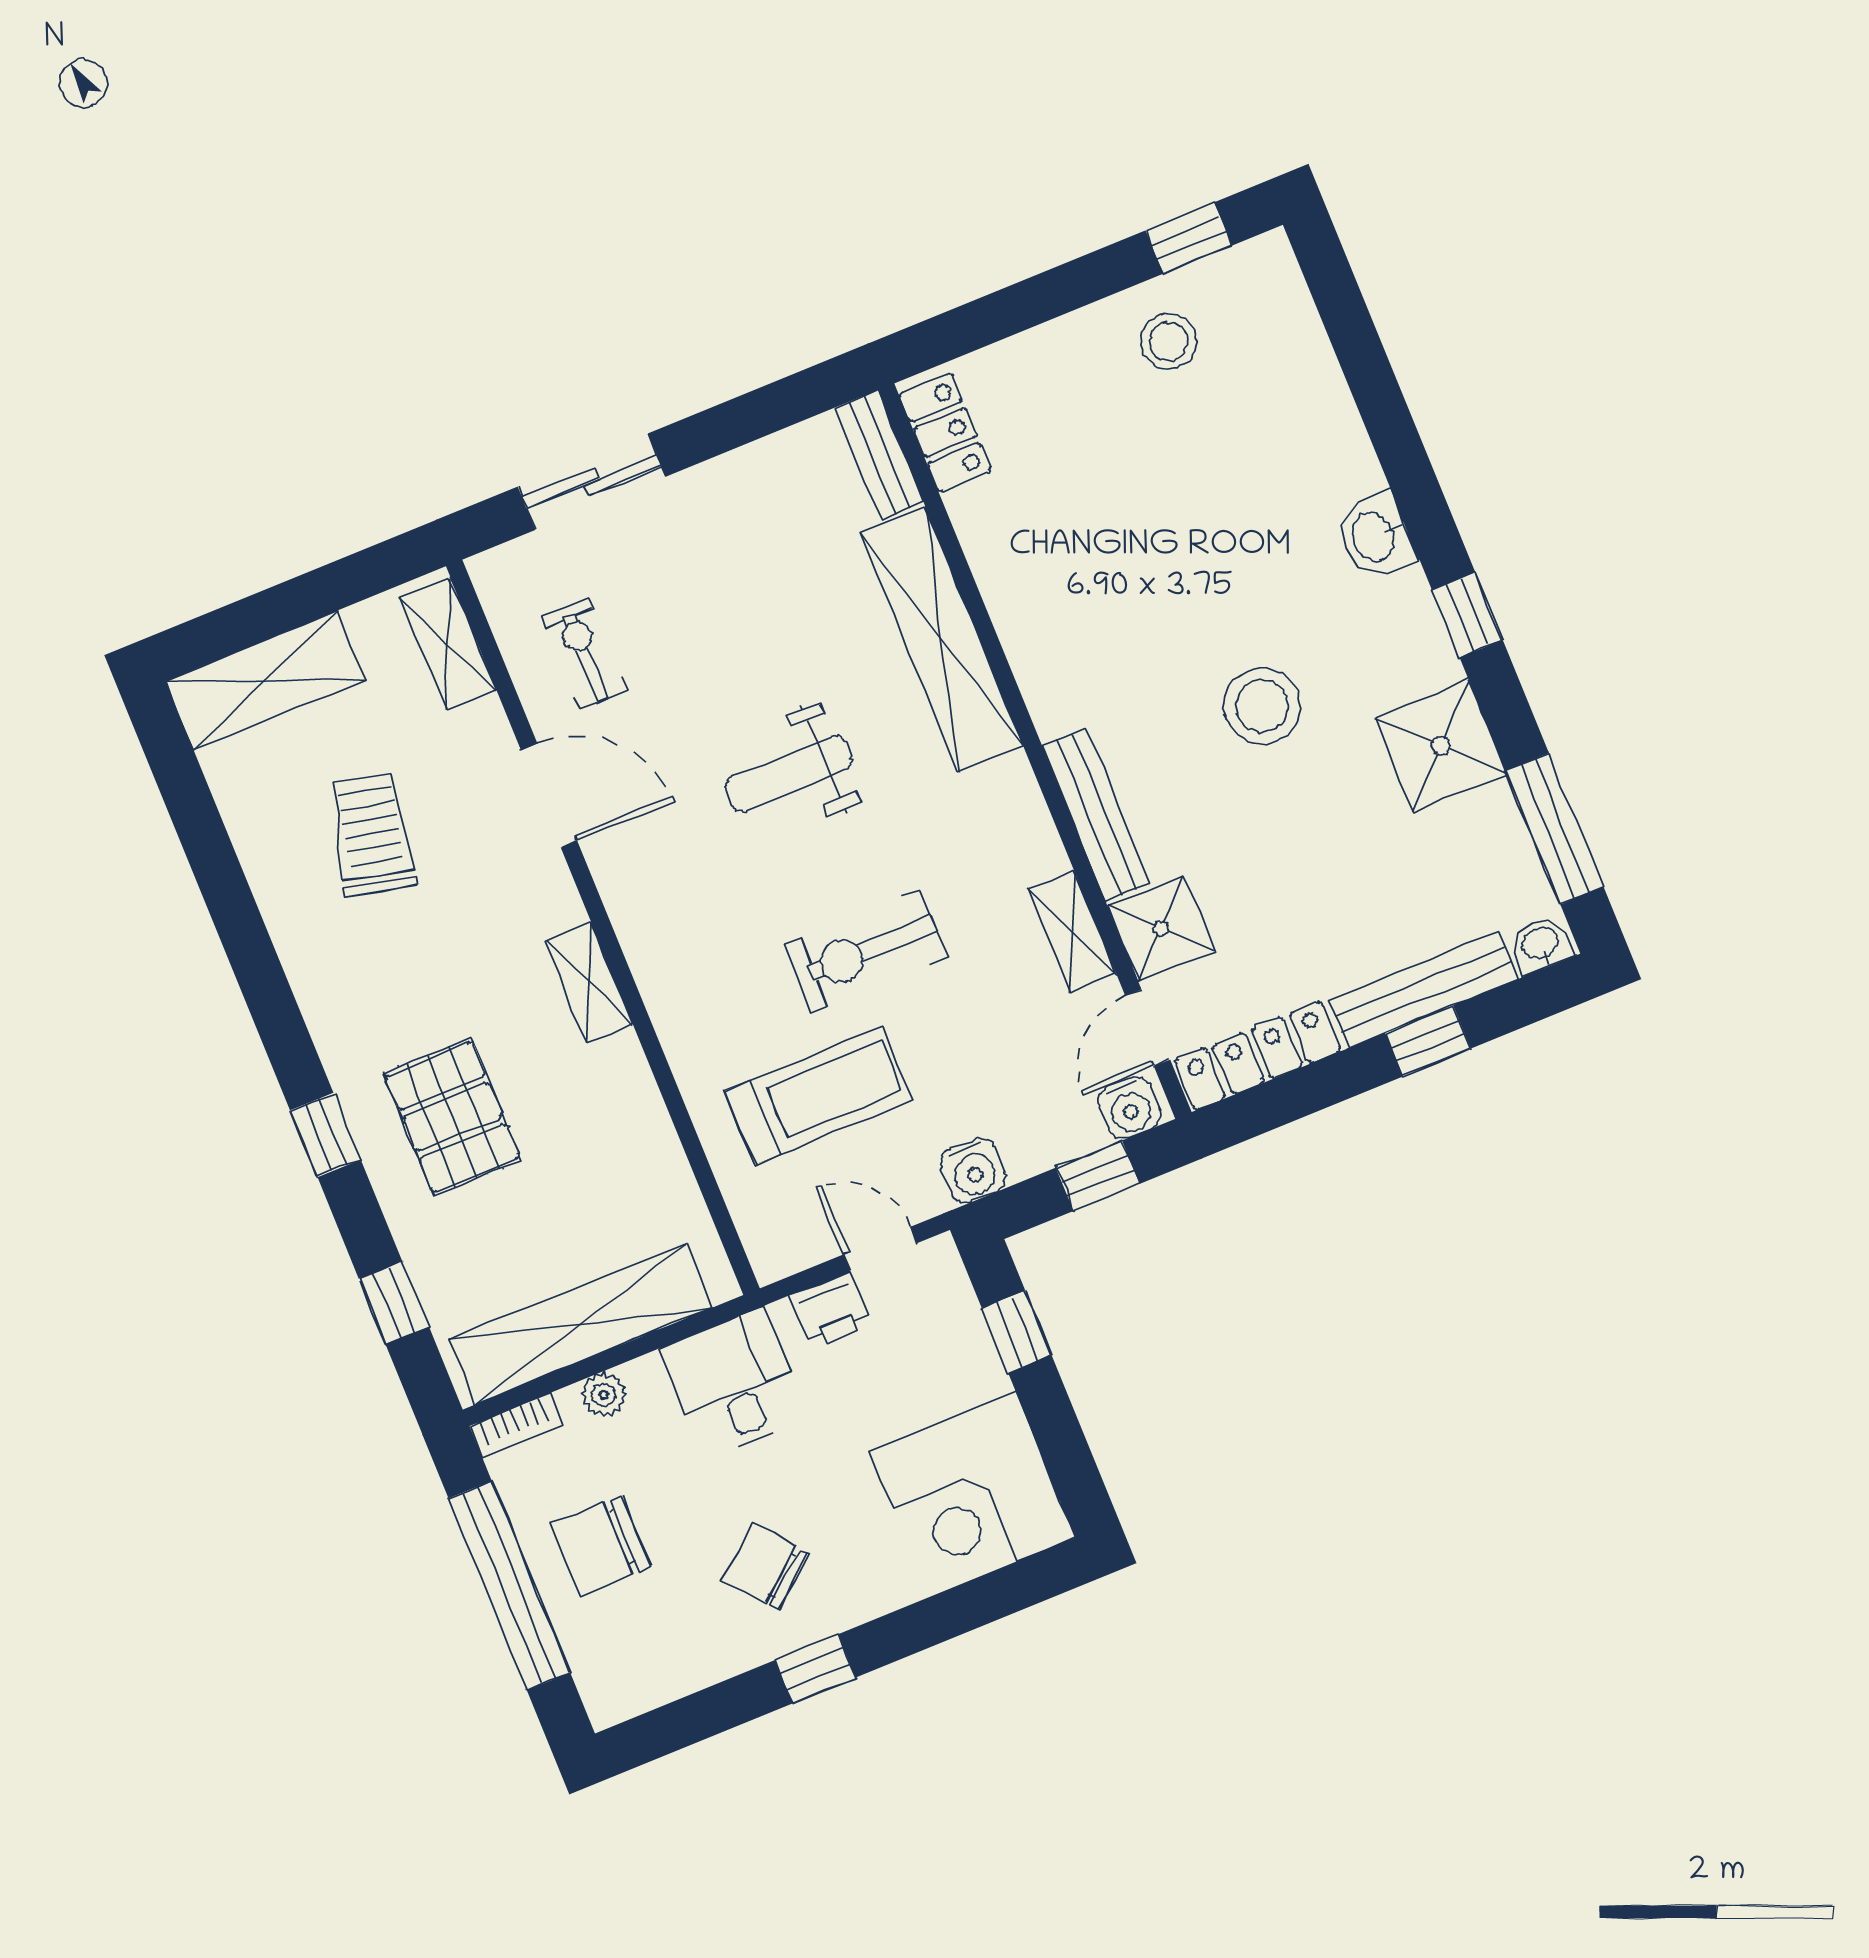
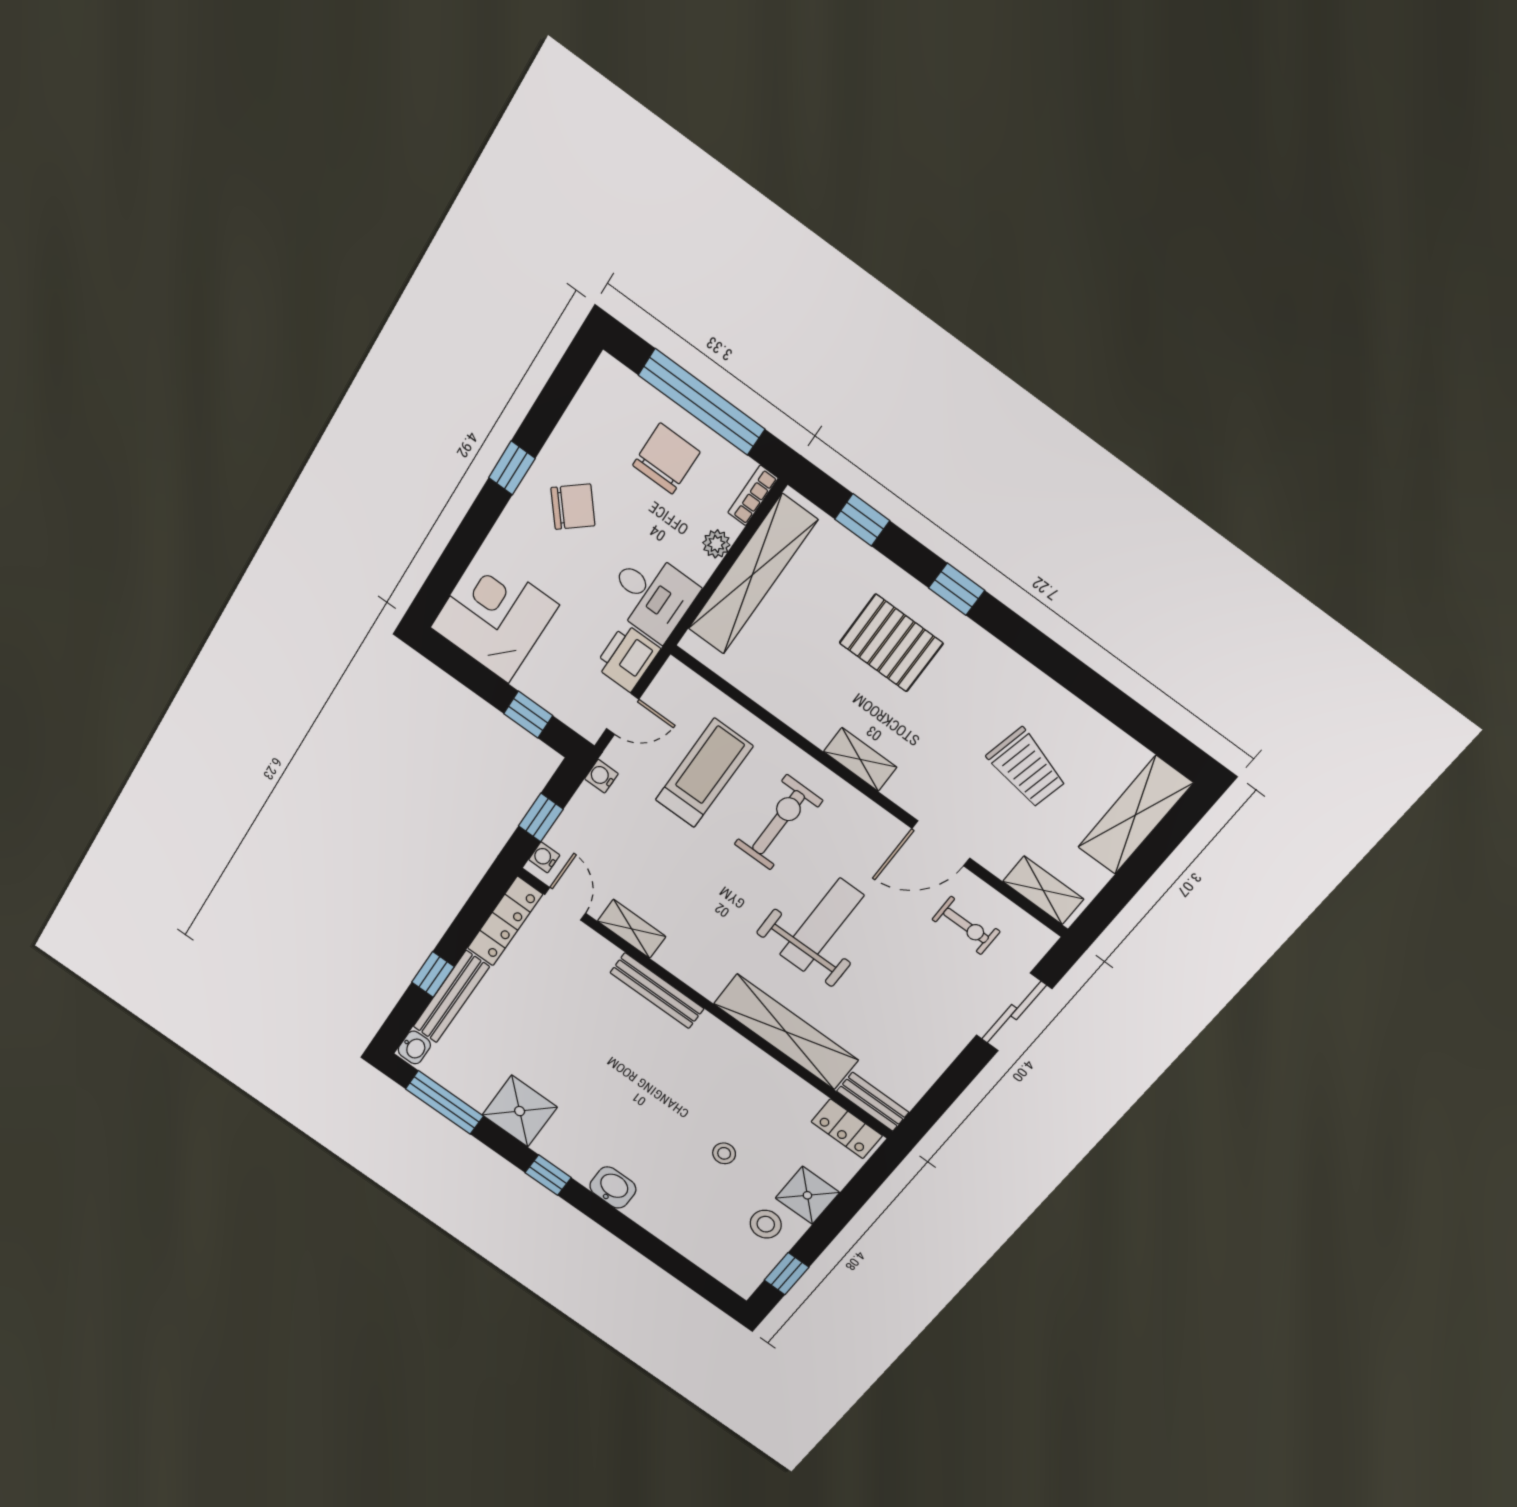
stool: (1262, 706) -> (724, 1153), moved, width x0.53, depth x0.53
weight bench: (789, 774) -> (822, 925), width x1.36, depth x1.33
shower: (1161, 929) -> (807, 1195), moved
exercise bike: (866, 951) -> (778, 822), moved
treadmill: (819, 1096) -> (704, 773), turned 180
water cooler: (1129, 1108) -> (544, 857), width x0.72, depth x0.72
water cooler: (973, 1170) -> (601, 776), width x0.72, depth x0.72
printer: (831, 1310) -> (627, 658), width x1.36, depth x1.24

